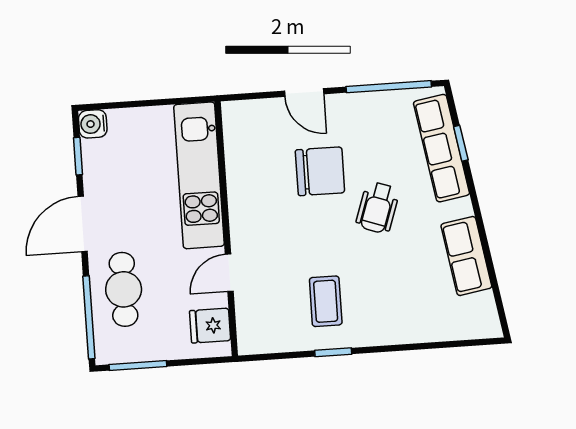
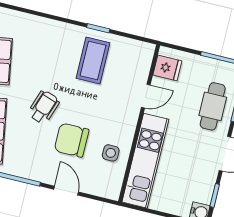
side table: (255, 171) -> (111, 153), added
coffee table: (326, 301) -> (93, 60), width x1.36, depth x1.30

